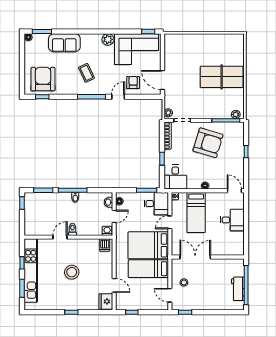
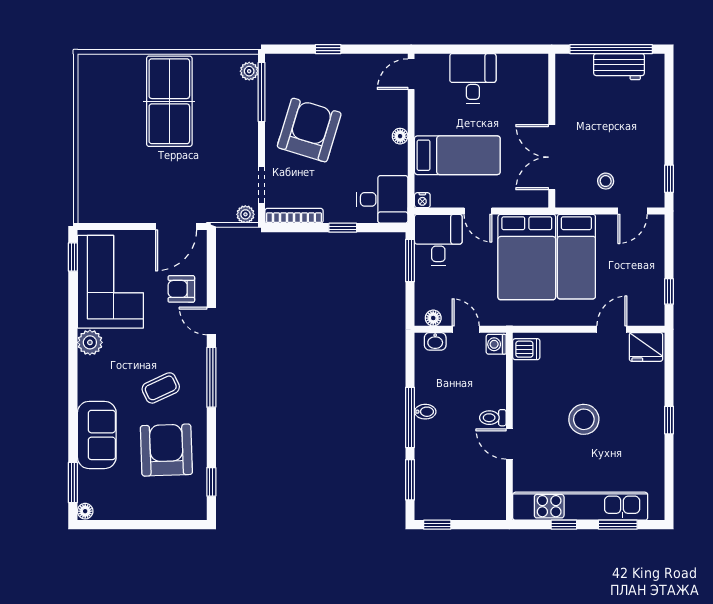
armchair: (43, 79) -> (166, 450), moved, turned 88

